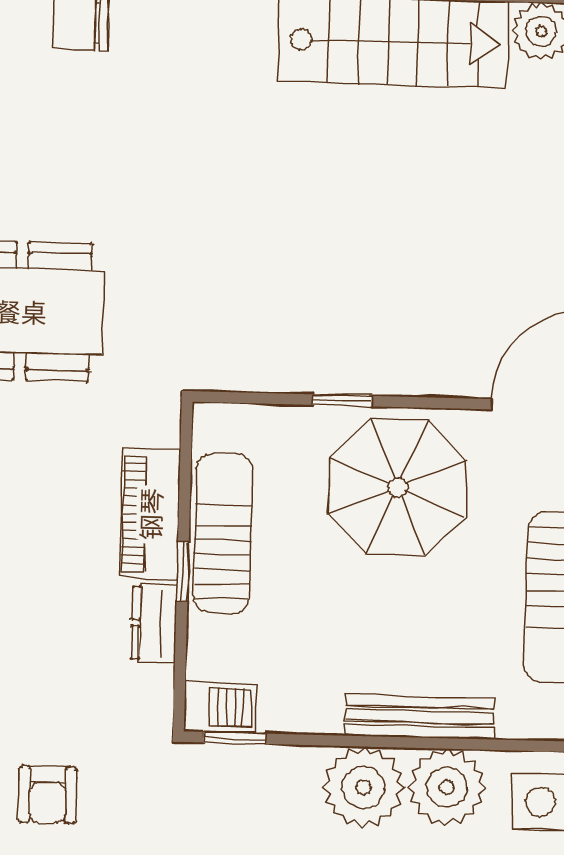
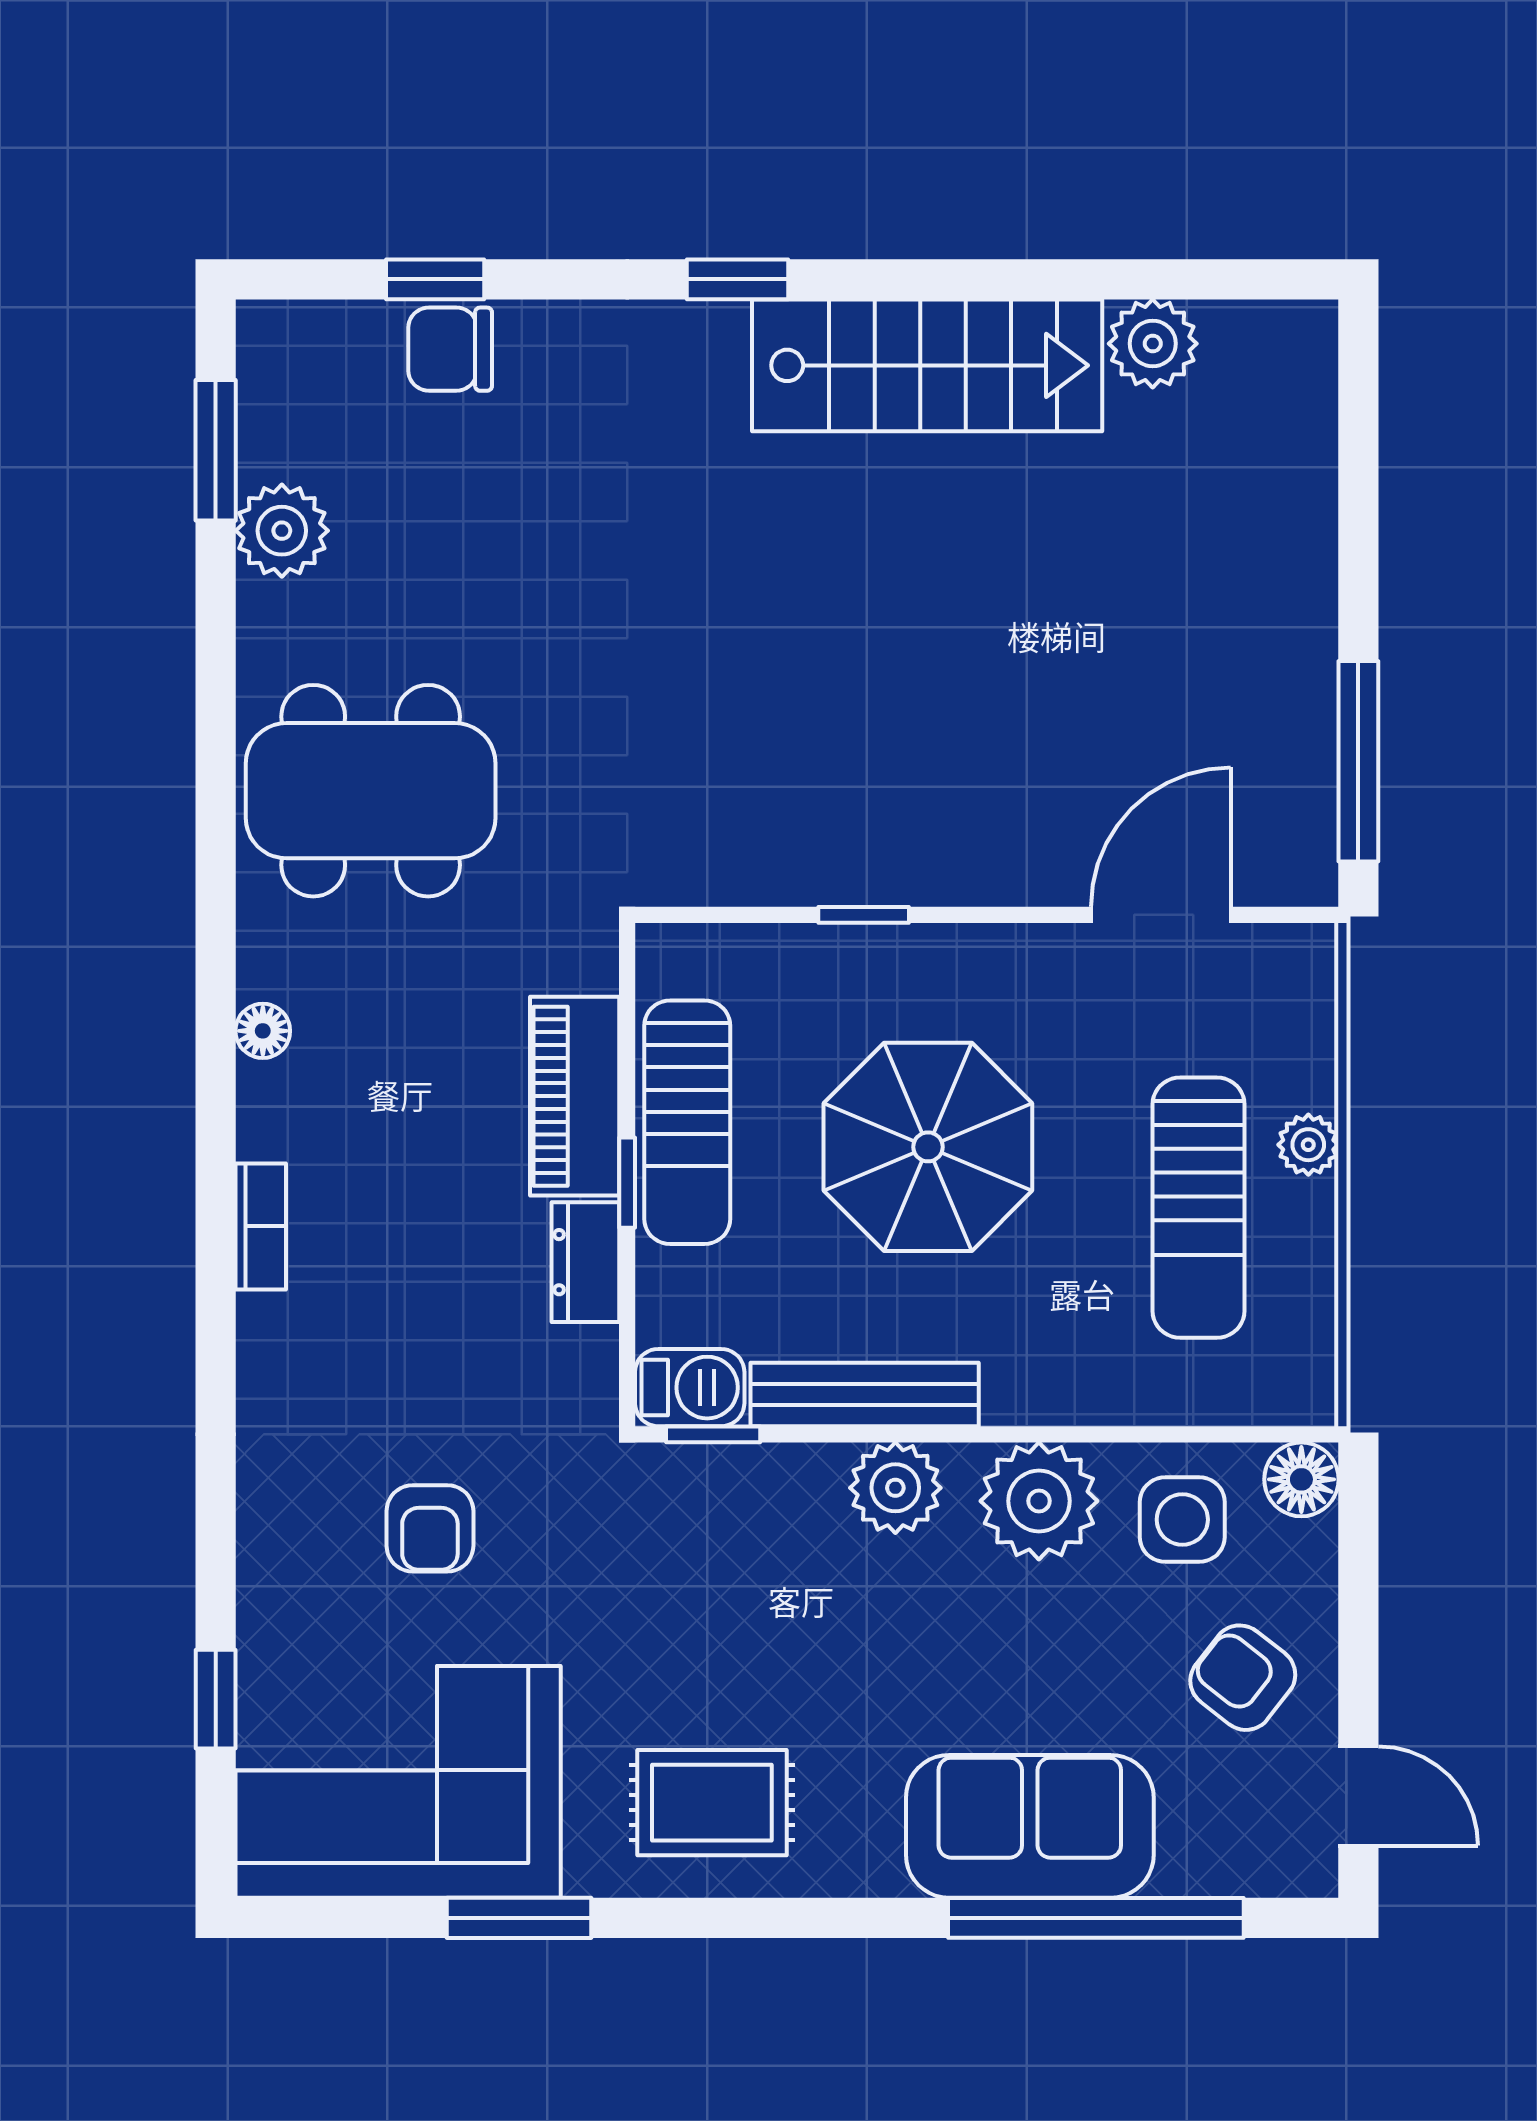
parasol: (397, 487) -> (928, 1147), moved
sun lounger: (223, 533) -> (687, 1122), turned 180
bench: (420, 717) -> (865, 1394), moved
plant: (363, 787) -> (895, 1488), width x0.73, depth x0.73

